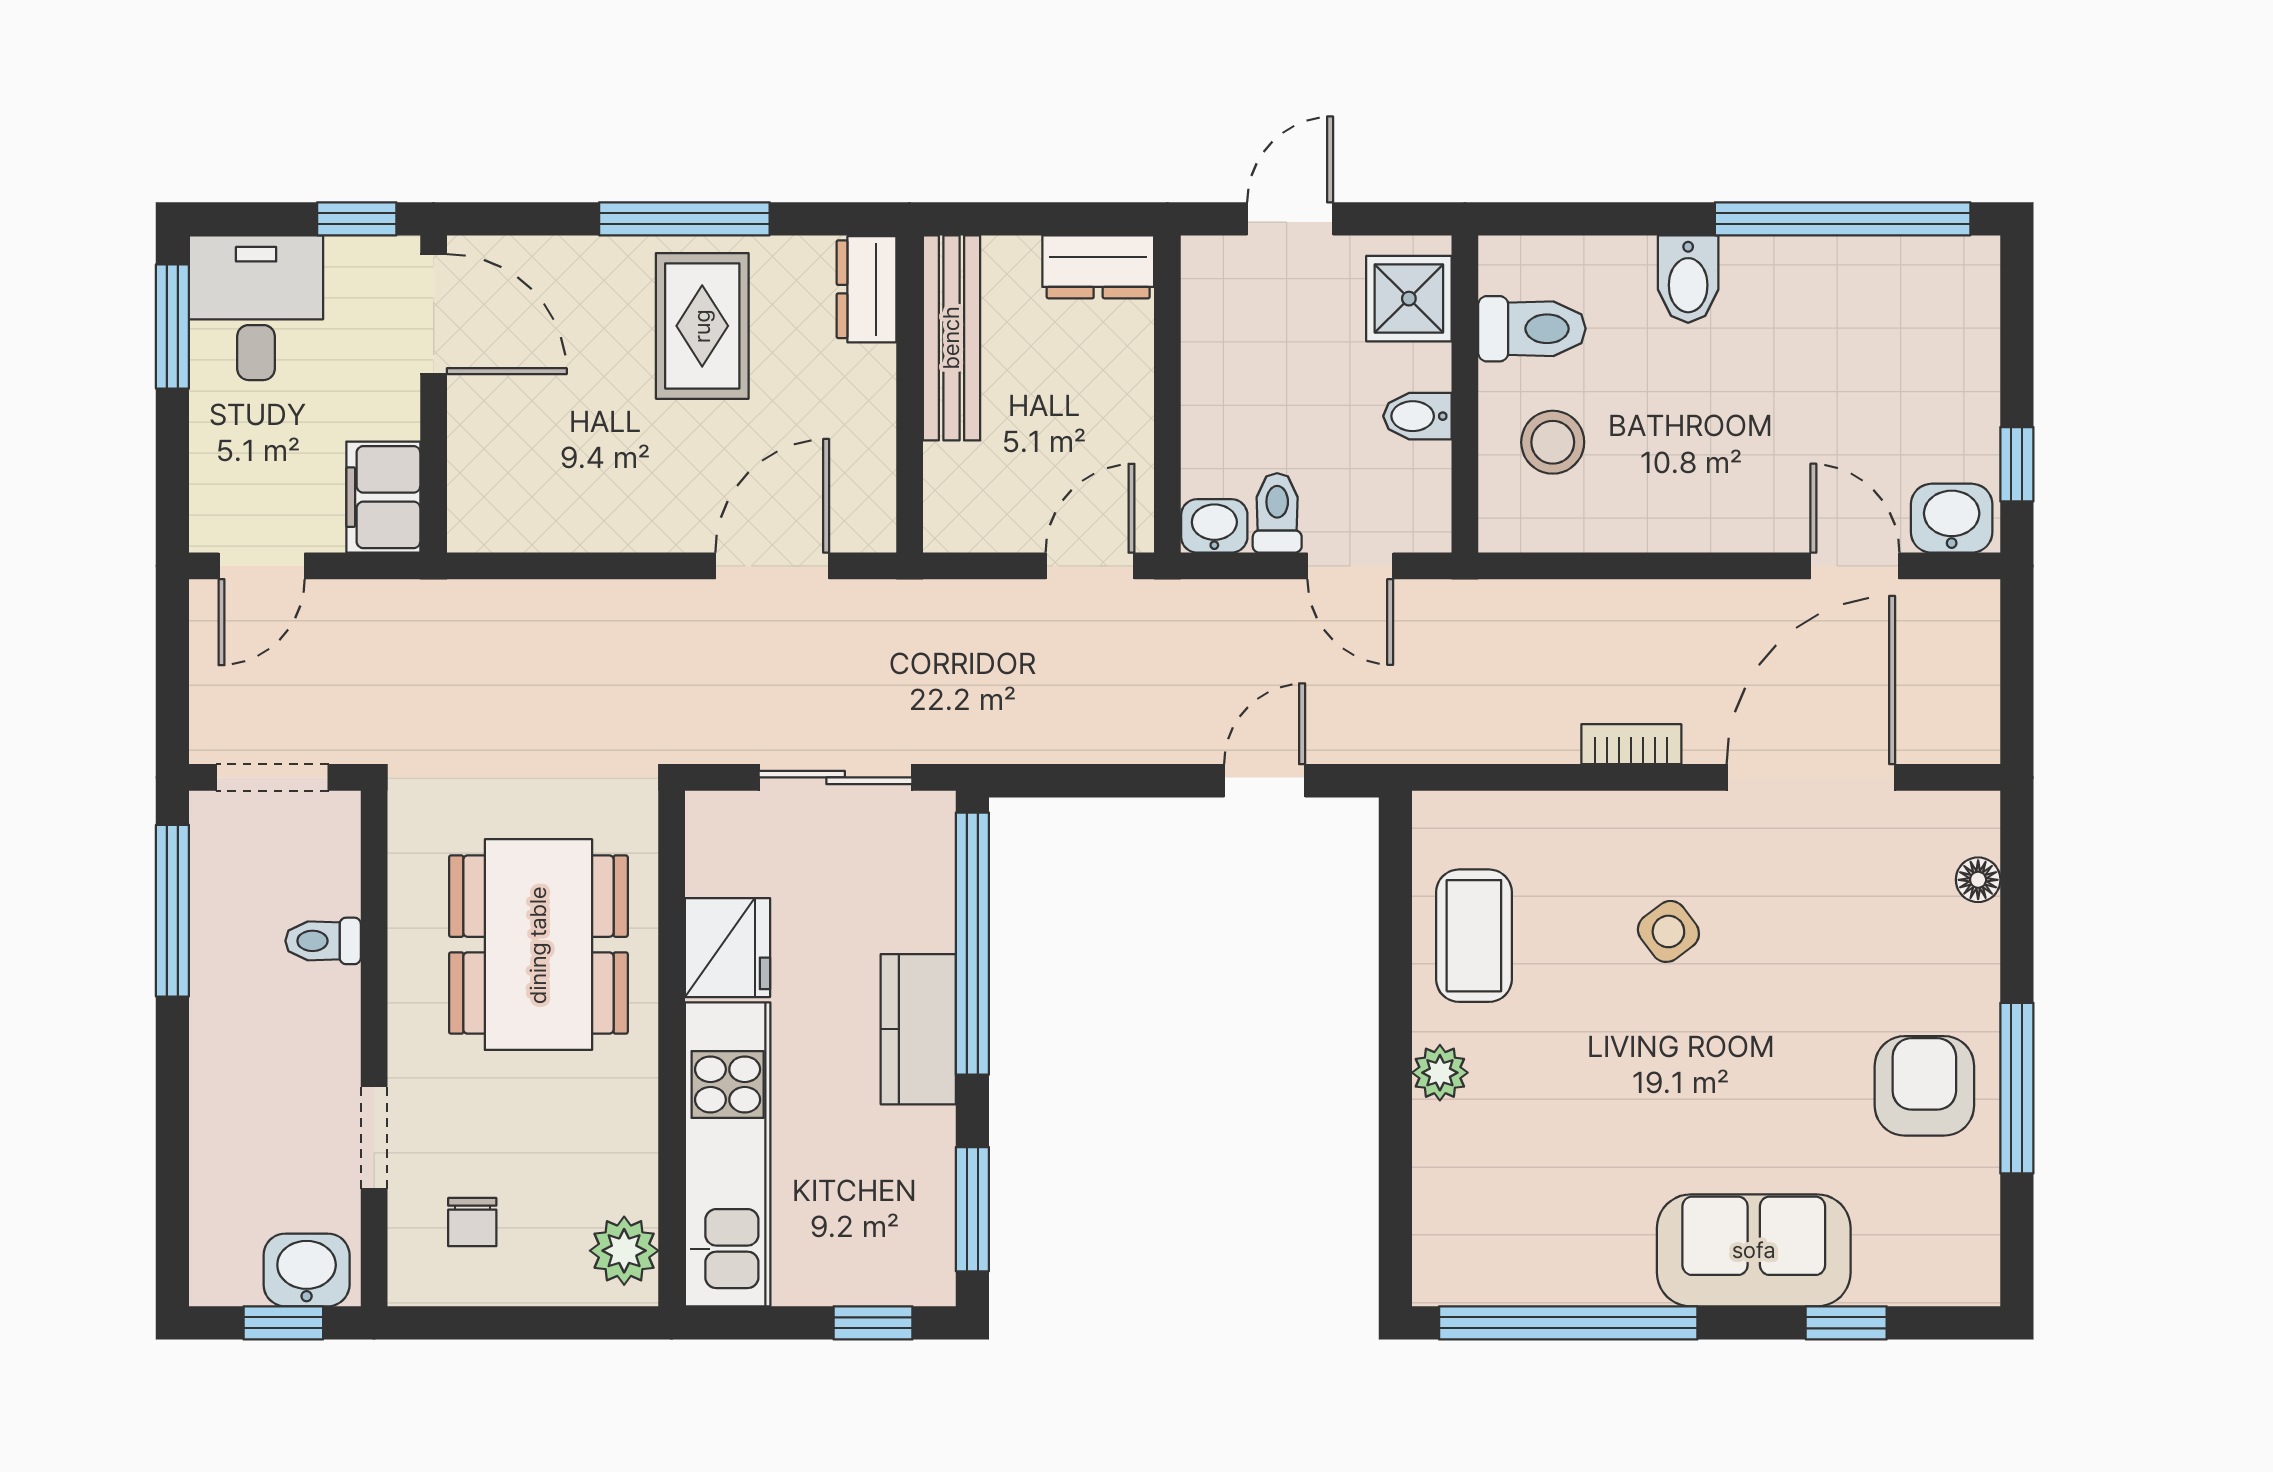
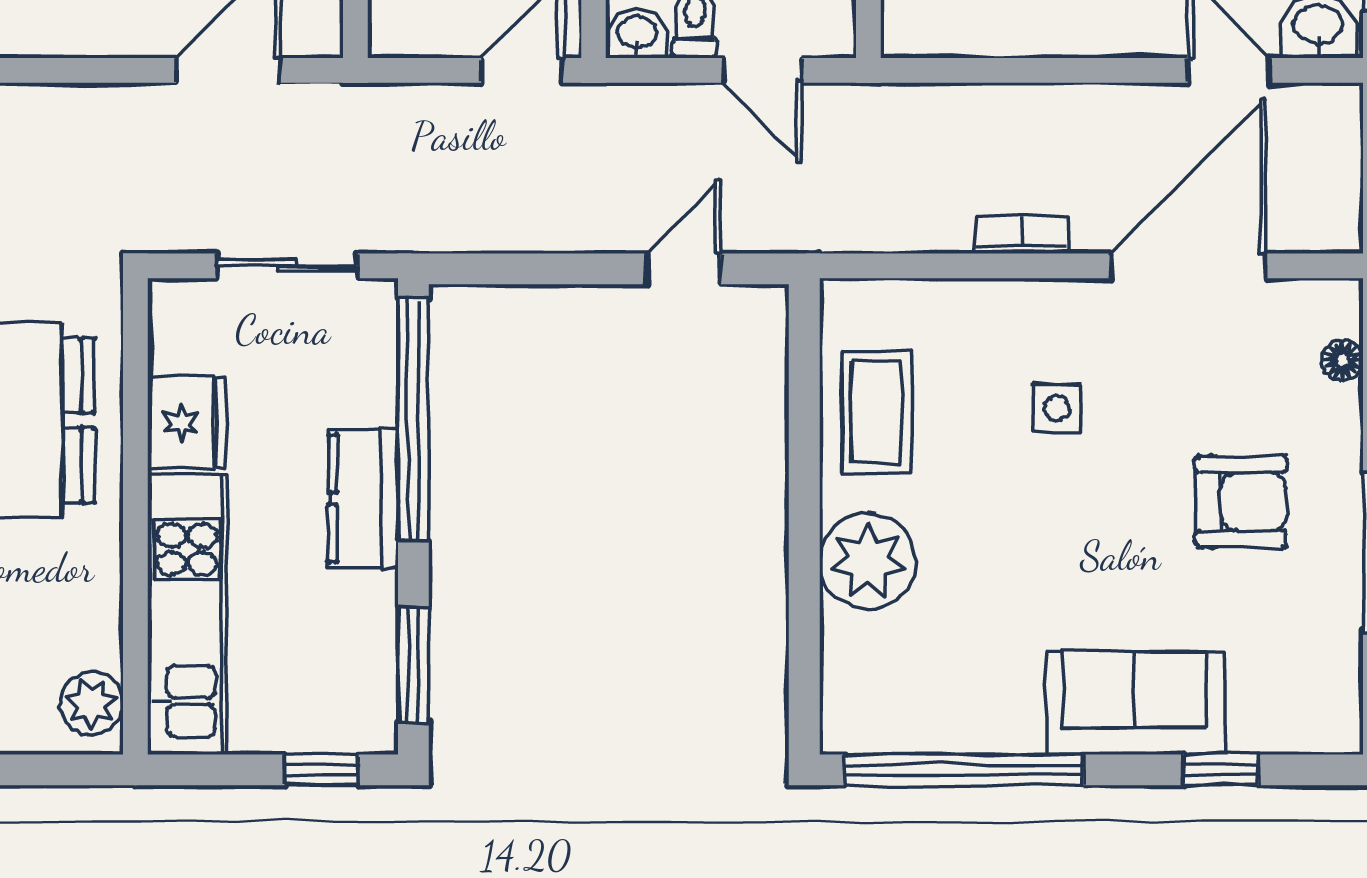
side table: (1668, 931) -> (1056, 408), turned 37
plant: (1440, 1073) -> (868, 561), width x1.88, depth x1.88
armchair: (1924, 1086) -> (1241, 502), moved, turned 90

